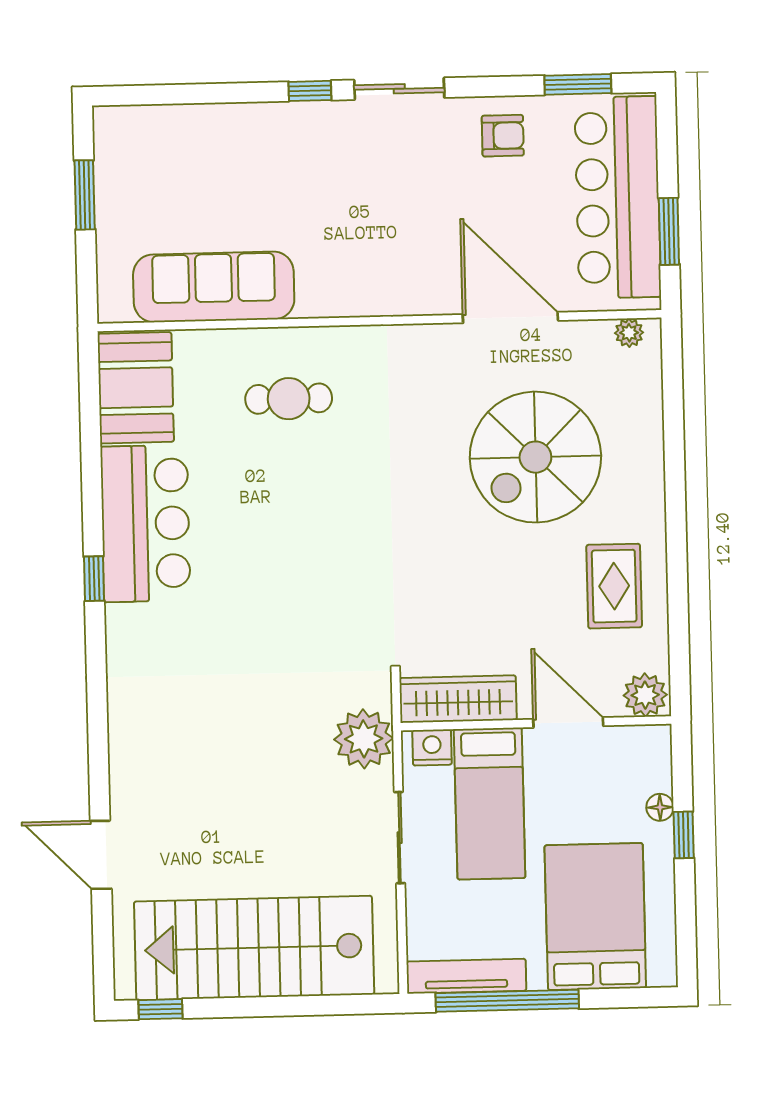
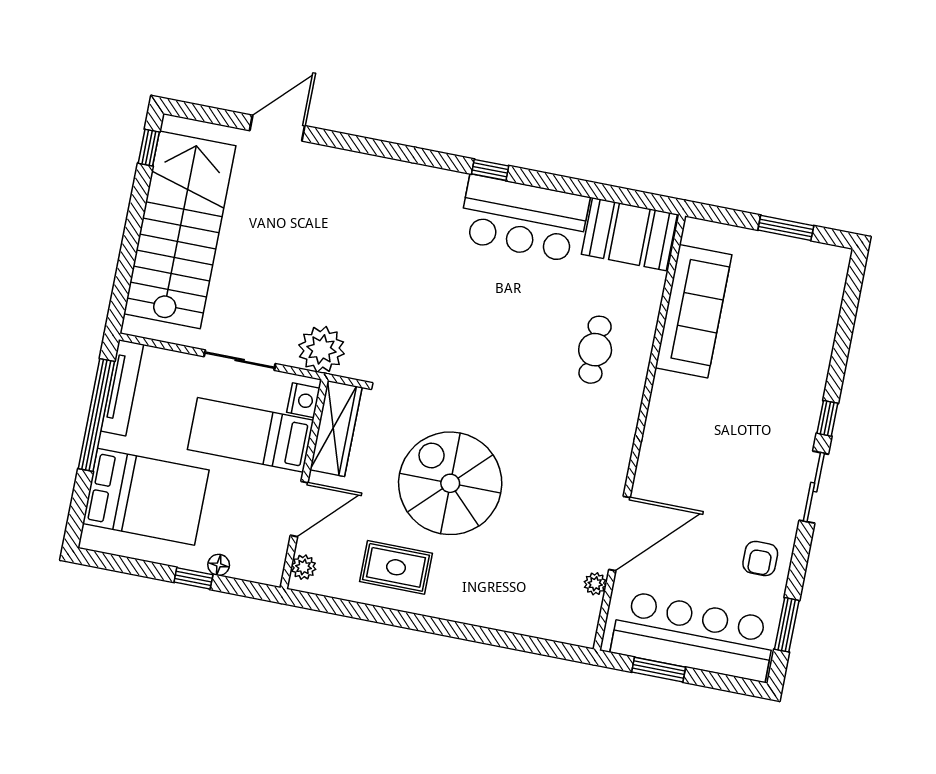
plant: (629, 333) -> (595, 584), moved
spiral stairs: (535, 457) -> (450, 483), moved
plant: (645, 695) -> (304, 567), width x0.73, depth x0.73

